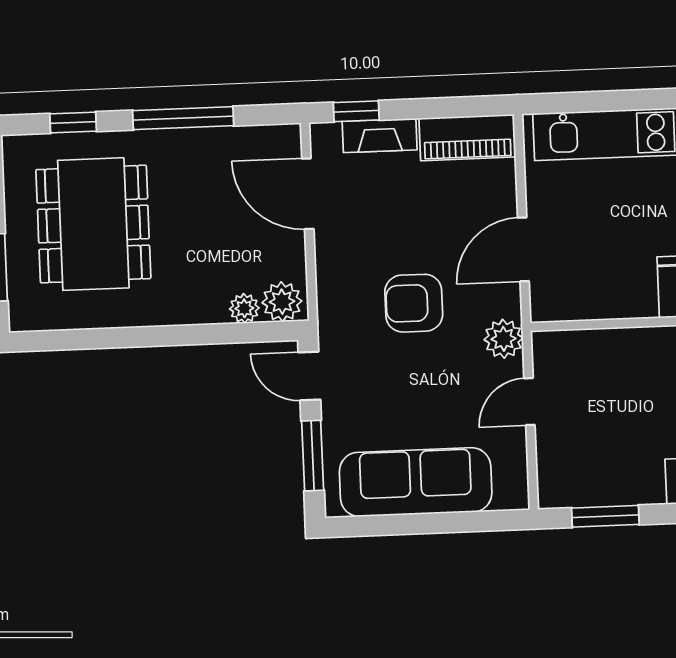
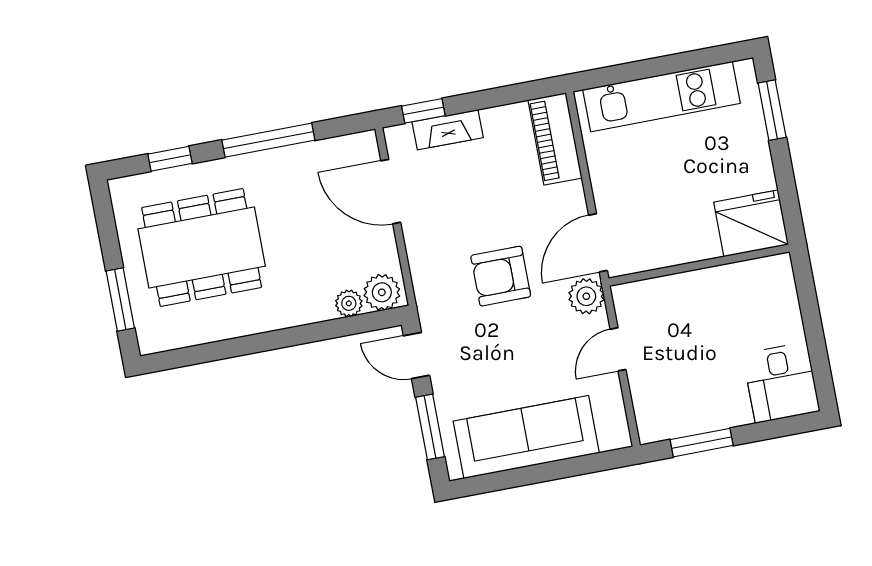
piano: (467, 138) -> (555, 139), moved, turned 90
dining table: (93, 224) -> (202, 247), turned 90
door: (523, 249) -> (598, 243), moved

